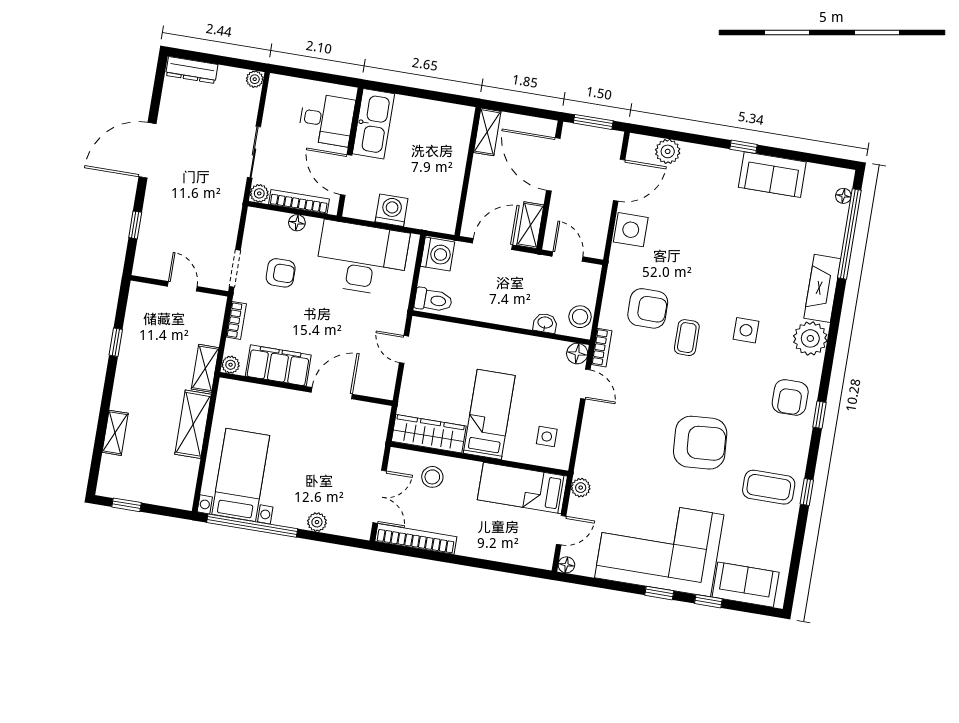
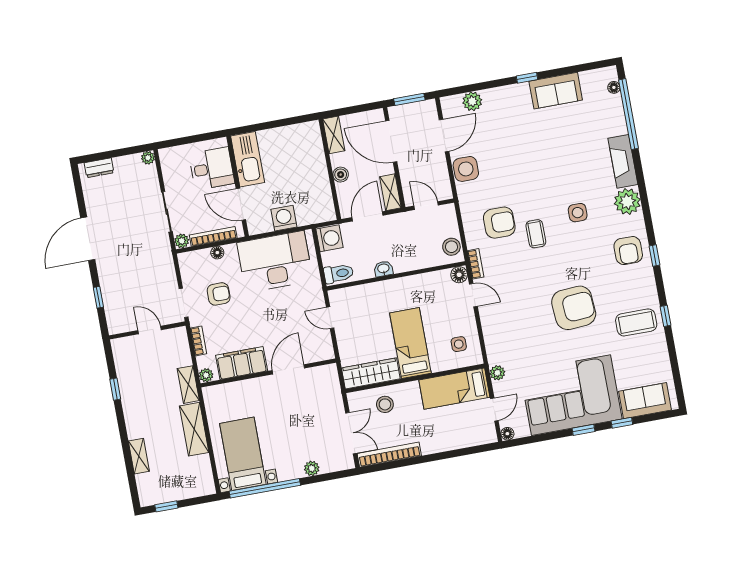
dresser: (192, 70) -> (99, 168), width x0.70
boiler: (478, 182) -> (341, 175), added
washbasin: (545, 323) -> (383, 269), moved

